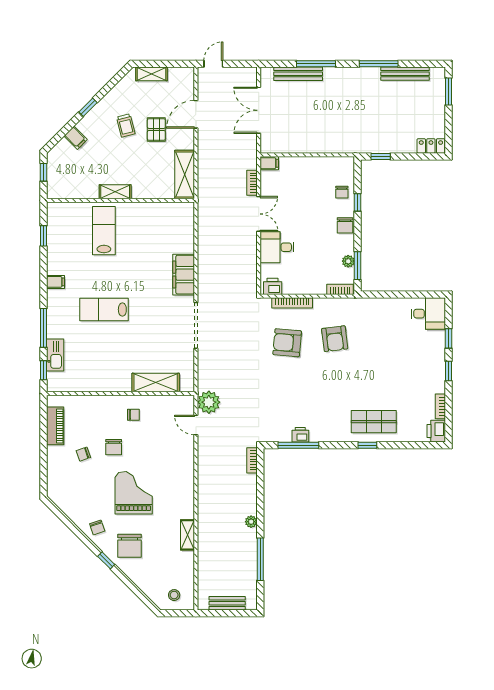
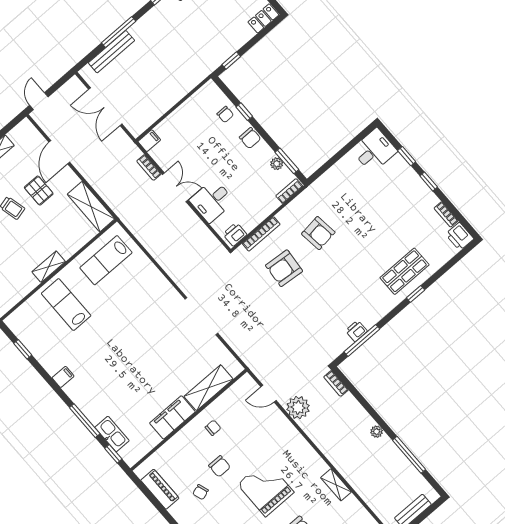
filing cabinet: (184, 275) -> (172, 417), moved, turned 90
lab bench: (104, 310) -> (106, 260), moved
plant: (209, 402) -> (298, 408), moved

